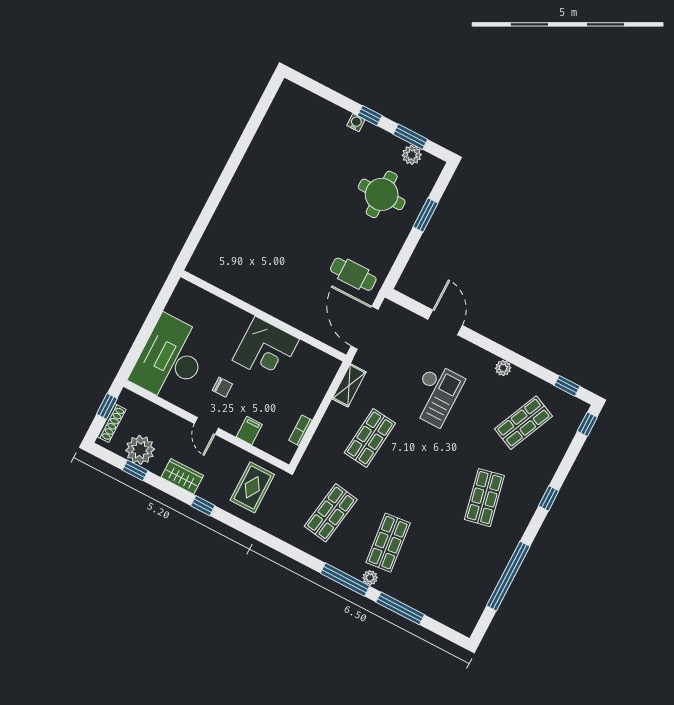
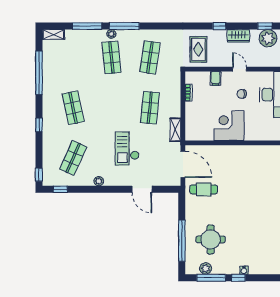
window: (410, 137) -> (211, 278), width x1.44
window: (425, 215) -> (182, 241), width x2.11
shelving: (457, 622) -> (53, 34), added

